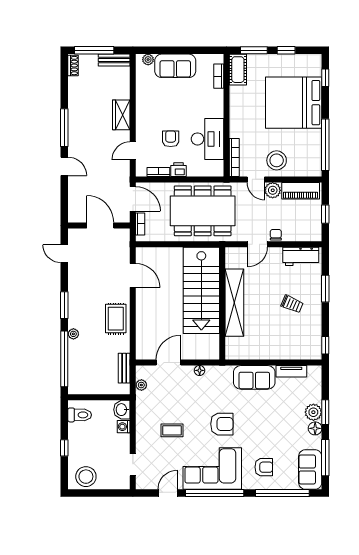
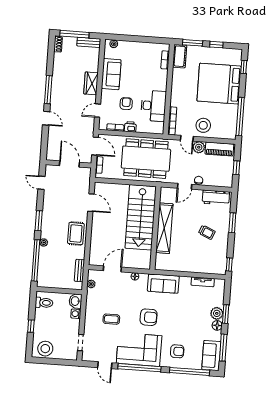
sofa: (175, 66) -> (111, 74), moved, turned -90
sofa: (254, 377) -> (163, 284), moved
door: (168, 493) -> (105, 365), swing flipped

